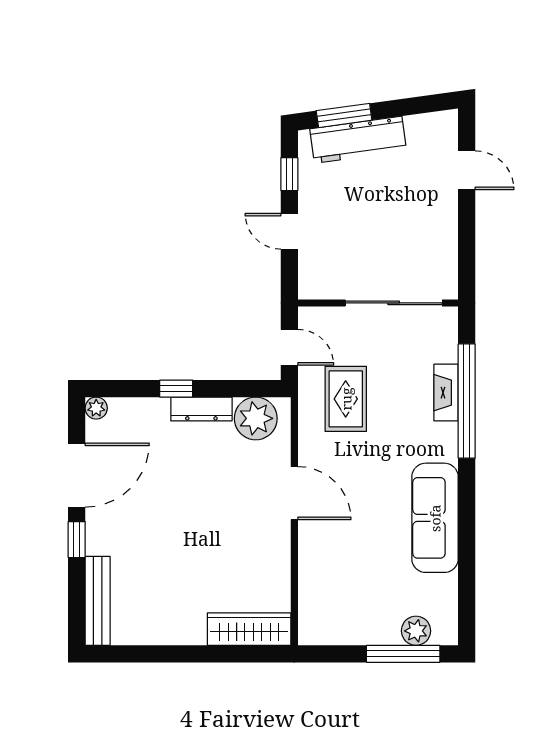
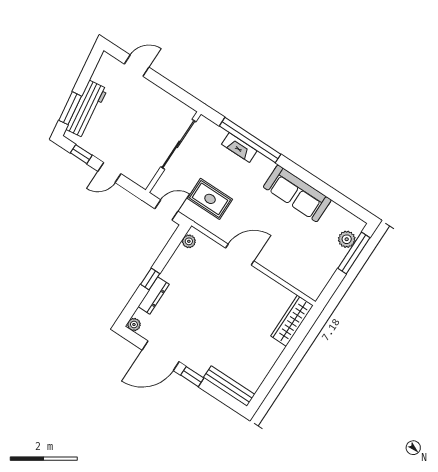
dresser: (201, 409) -> (154, 295), moved
plant: (256, 418) -> (189, 241), width x0.53, depth x0.53
door: (77, 475) -> (161, 356), swing flipped

